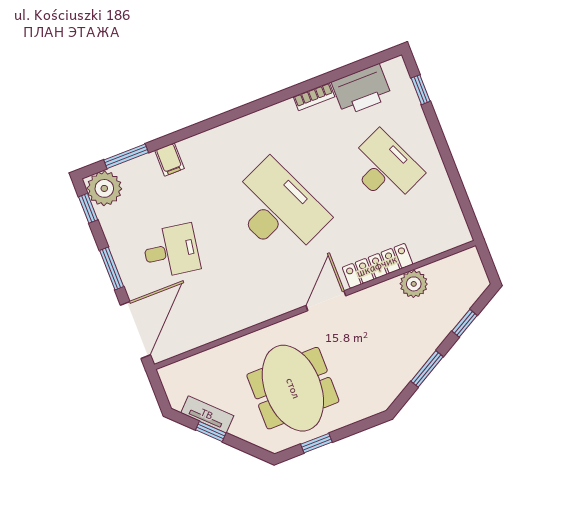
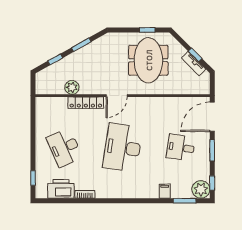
desk: (278, 210) -> (123, 148), turned 33

